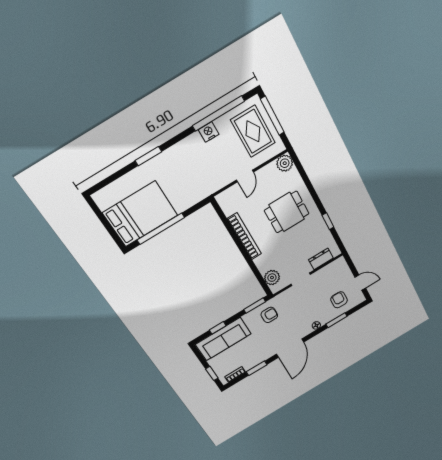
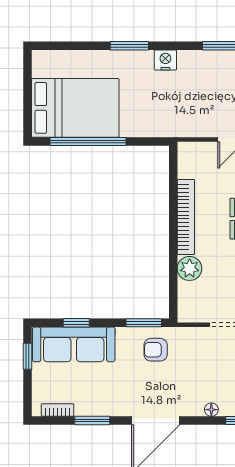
nightstand: (209, 132) -> (165, 60), moved
plant: (272, 278) -> (190, 268), moved
armchair: (269, 315) -> (156, 350), turned 180
window: (212, 373) -> (27, 356), moved

